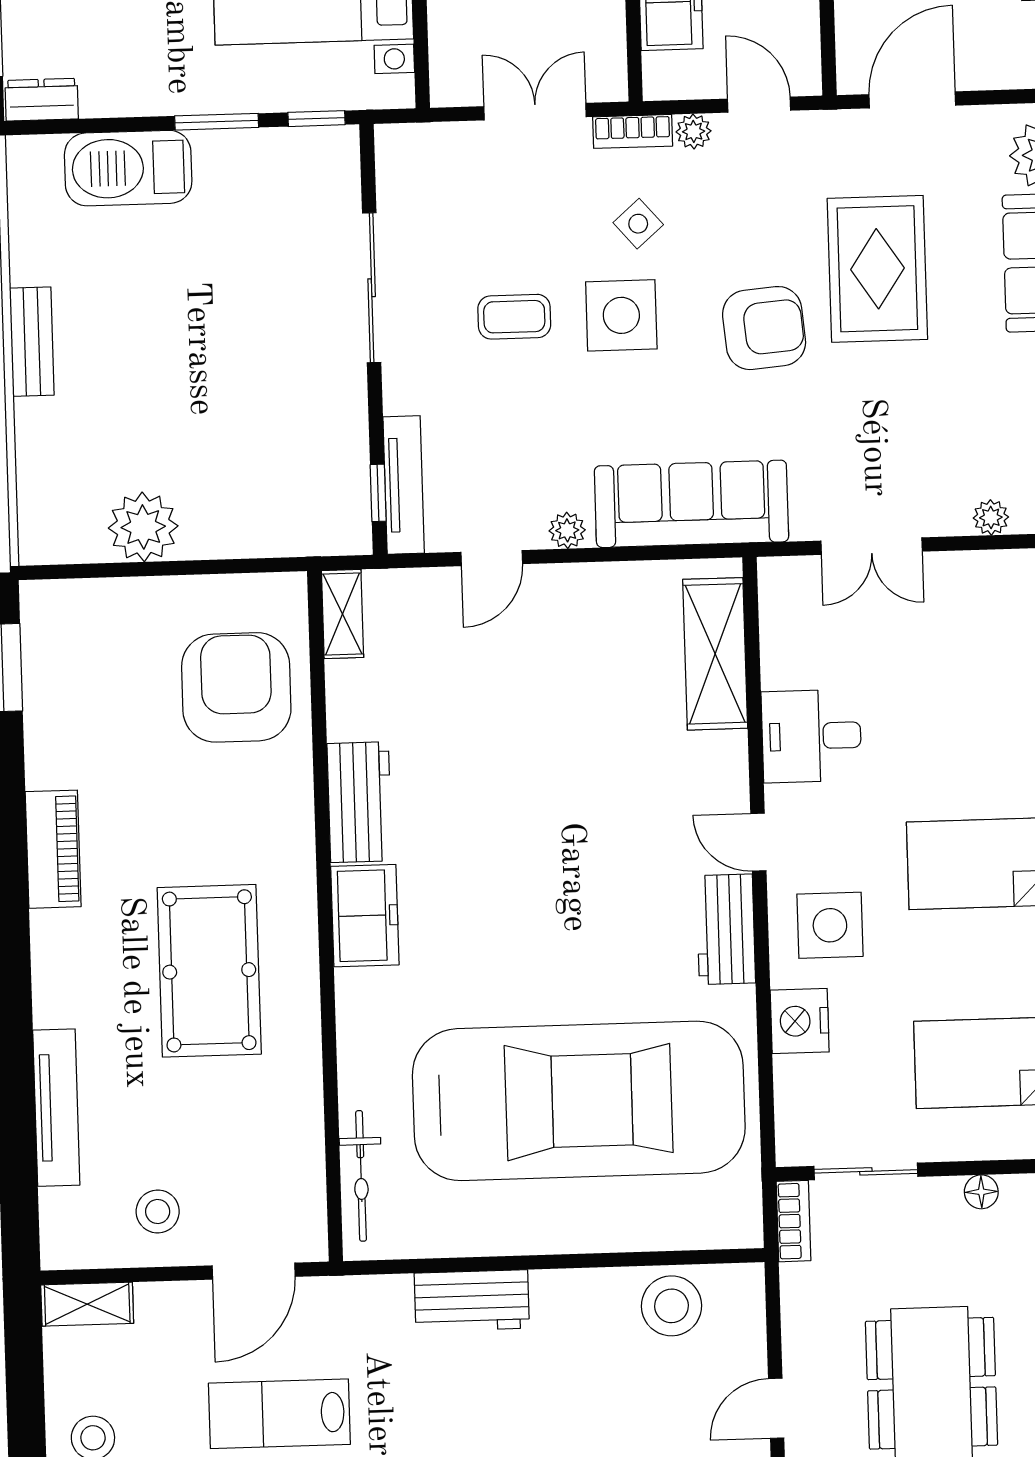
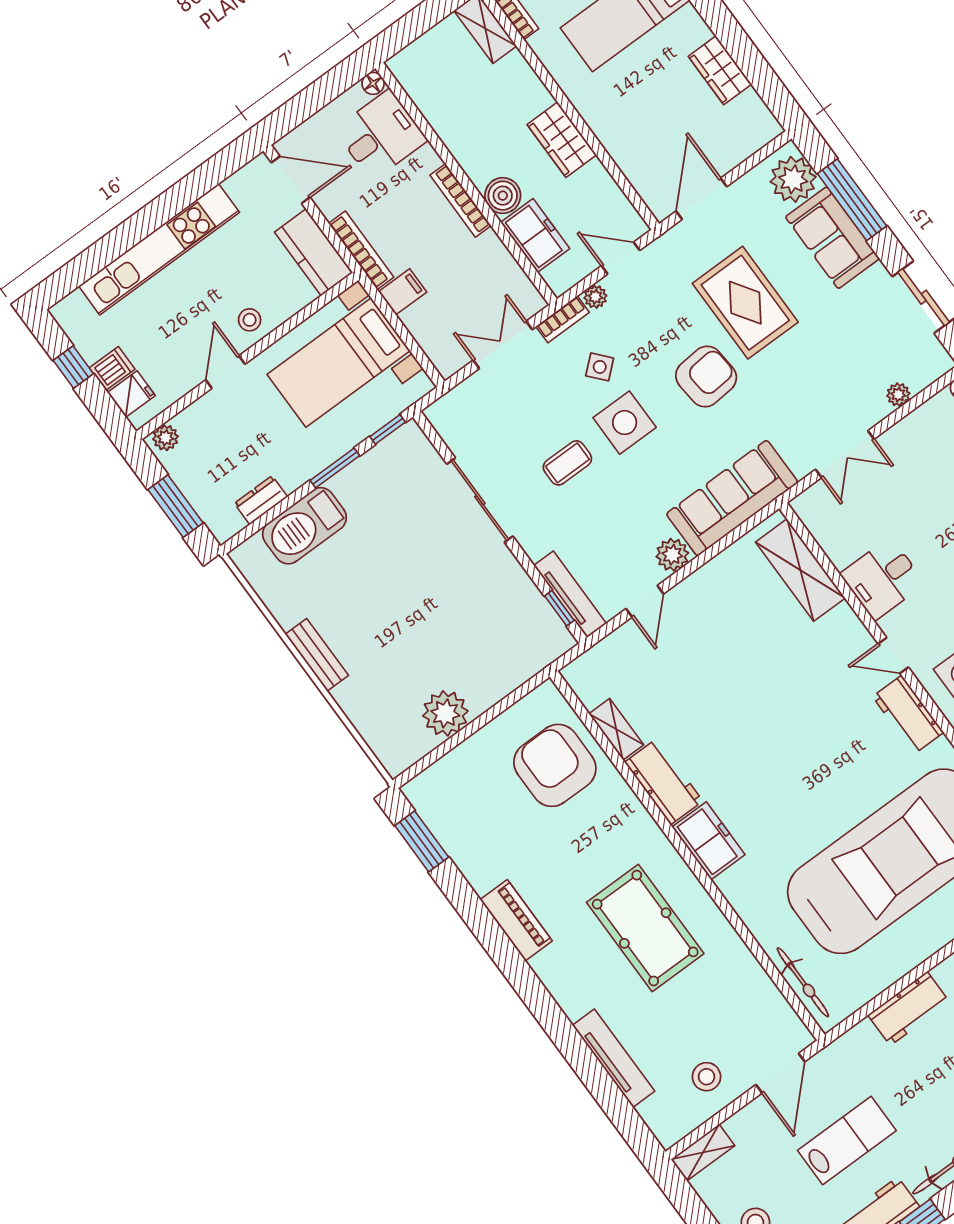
dresser: (42, 100) -> (261, 500), moved
plant: (567, 530) -> (672, 555), width x1.38, depth x1.38
shelving: (343, 614) -> (616, 729), moved
lab bench: (279, 1414) -> (847, 1141), turned 180

